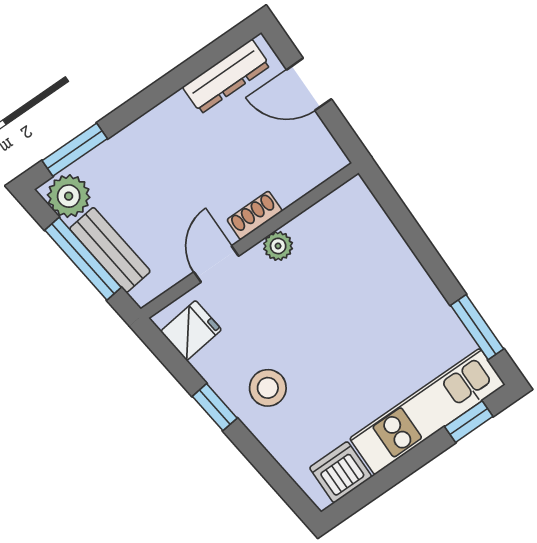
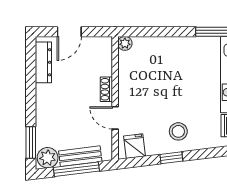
plant: (278, 246) -> (125, 43), moved

